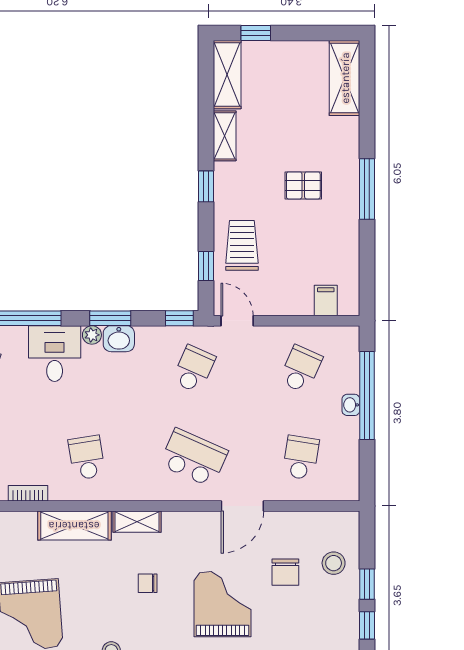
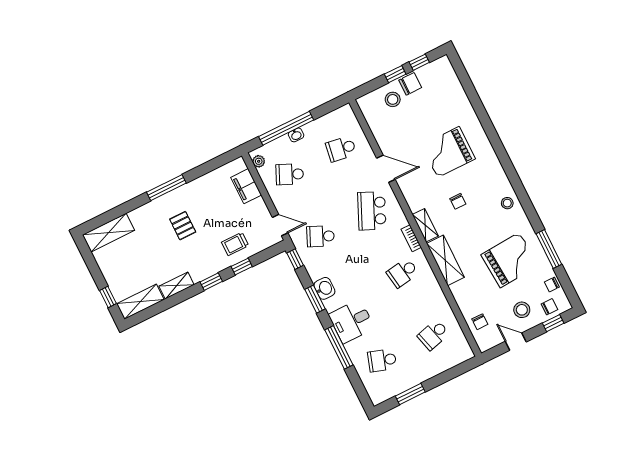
trolley: (242, 245) -> (235, 244), width x0.73, depth x0.72
window: (206, 266) -> (242, 267), moved
filing cabinet: (326, 300) -> (246, 186), width x2.00
door: (237, 321) -> (280, 225), swing flipped
plant: (92, 335) -> (259, 161), moved
bookcase: (28, 493) -> (411, 238), moved
chair: (285, 572) -> (410, 84), moved

